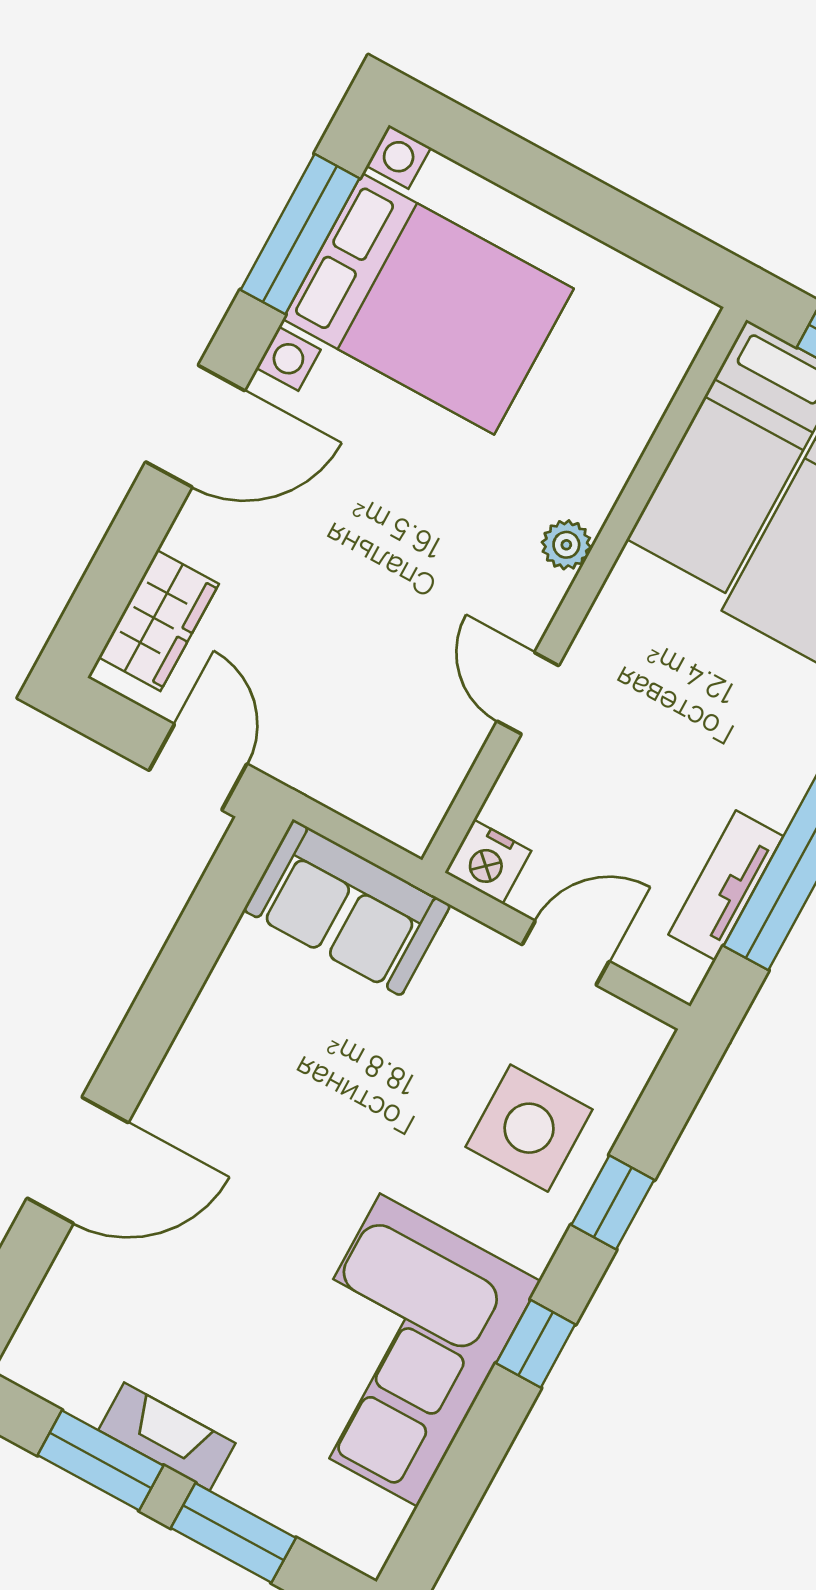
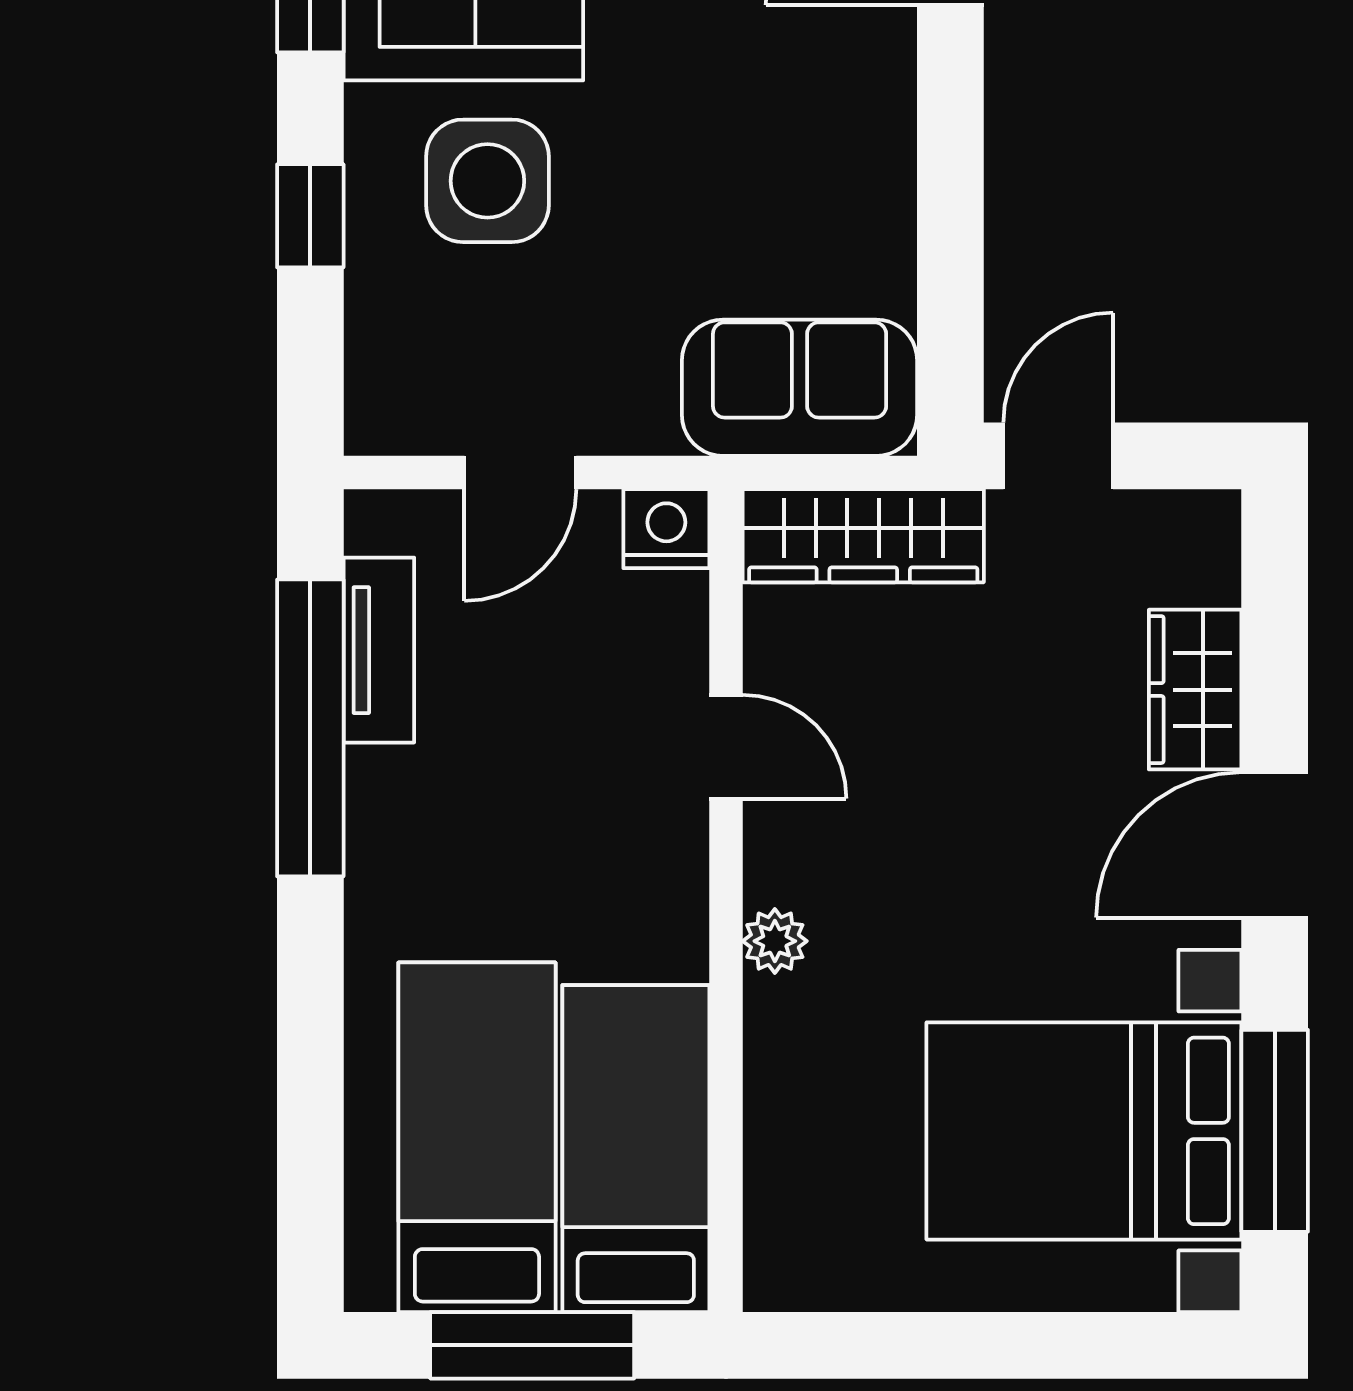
wardrobe: (159, 621) -> (1195, 690), moved
door: (198, 767) -> (1058, 456), swing flipped
wardrobe: (358, 785) -> (863, 536), added
side table: (529, 1128) -> (487, 181), moved

